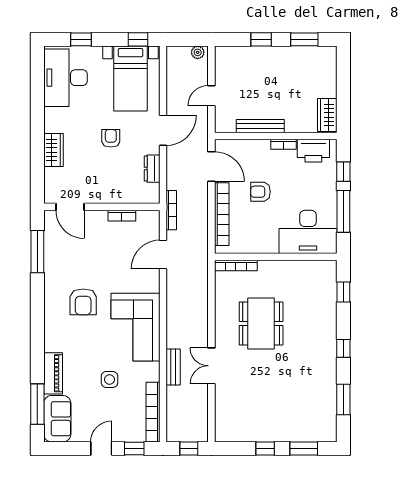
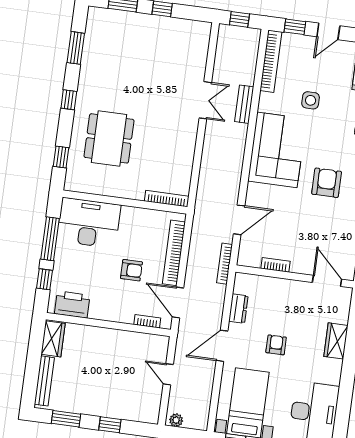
door: (211, 96) -> (168, 374), swing flipped
bench: (260, 126) -> (44, 381), moved, turned 90
armchair: (111, 138) -> (276, 345), turned 180
bookcase: (283, 144) -> (147, 321), moved
dining table: (261, 323) -> (109, 138), moved

